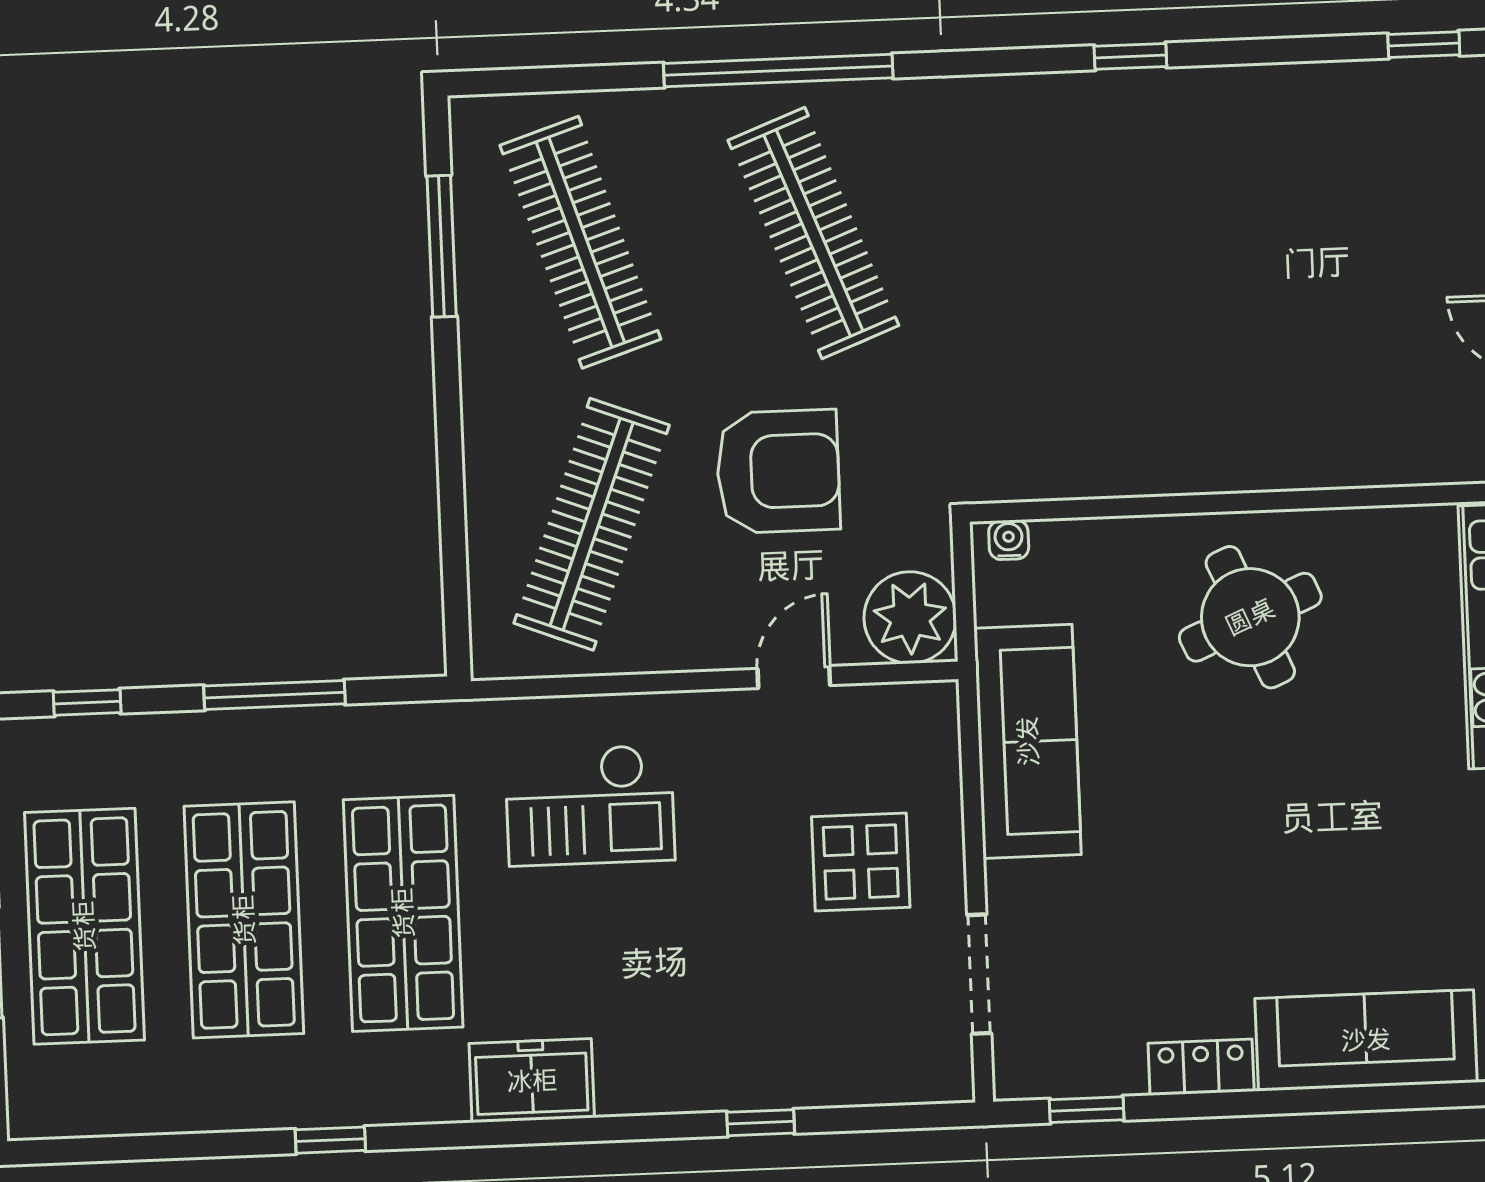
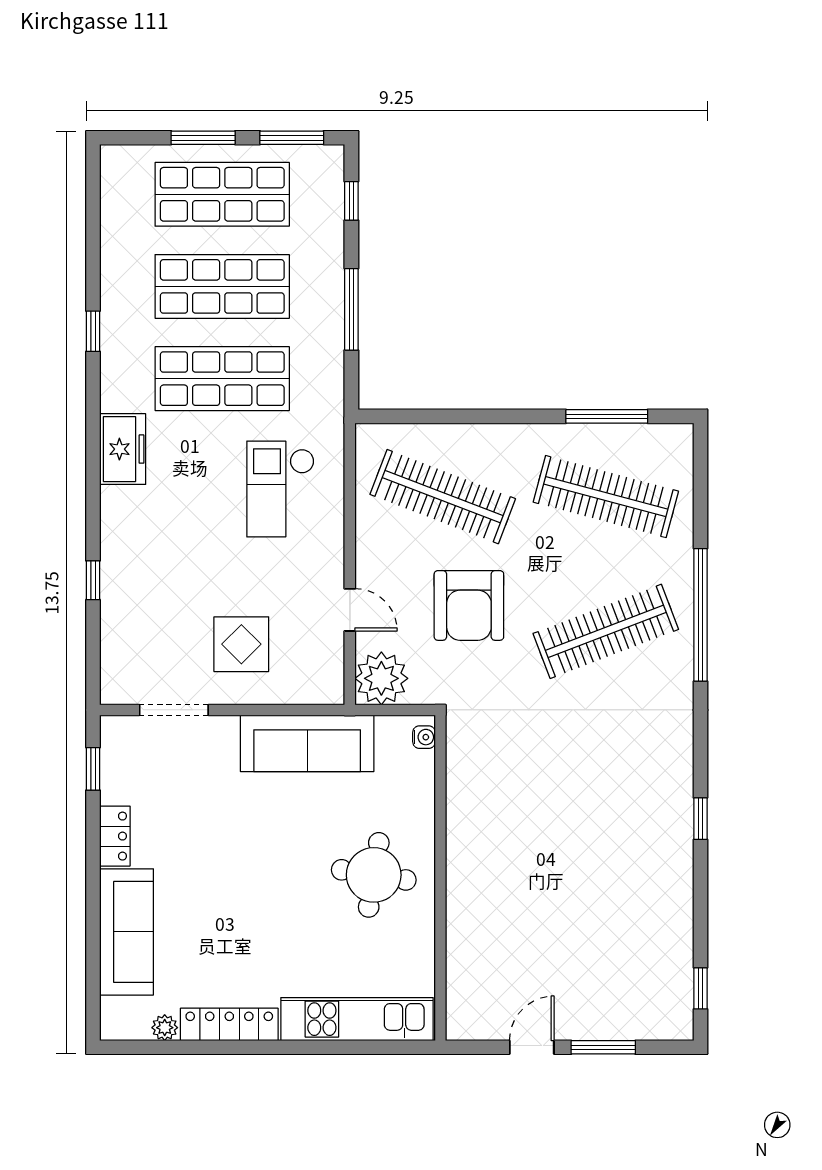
clothes rail: (580, 242) -> (606, 497), turned 33
round table: (1250, 617) -> (374, 875), turned 32

